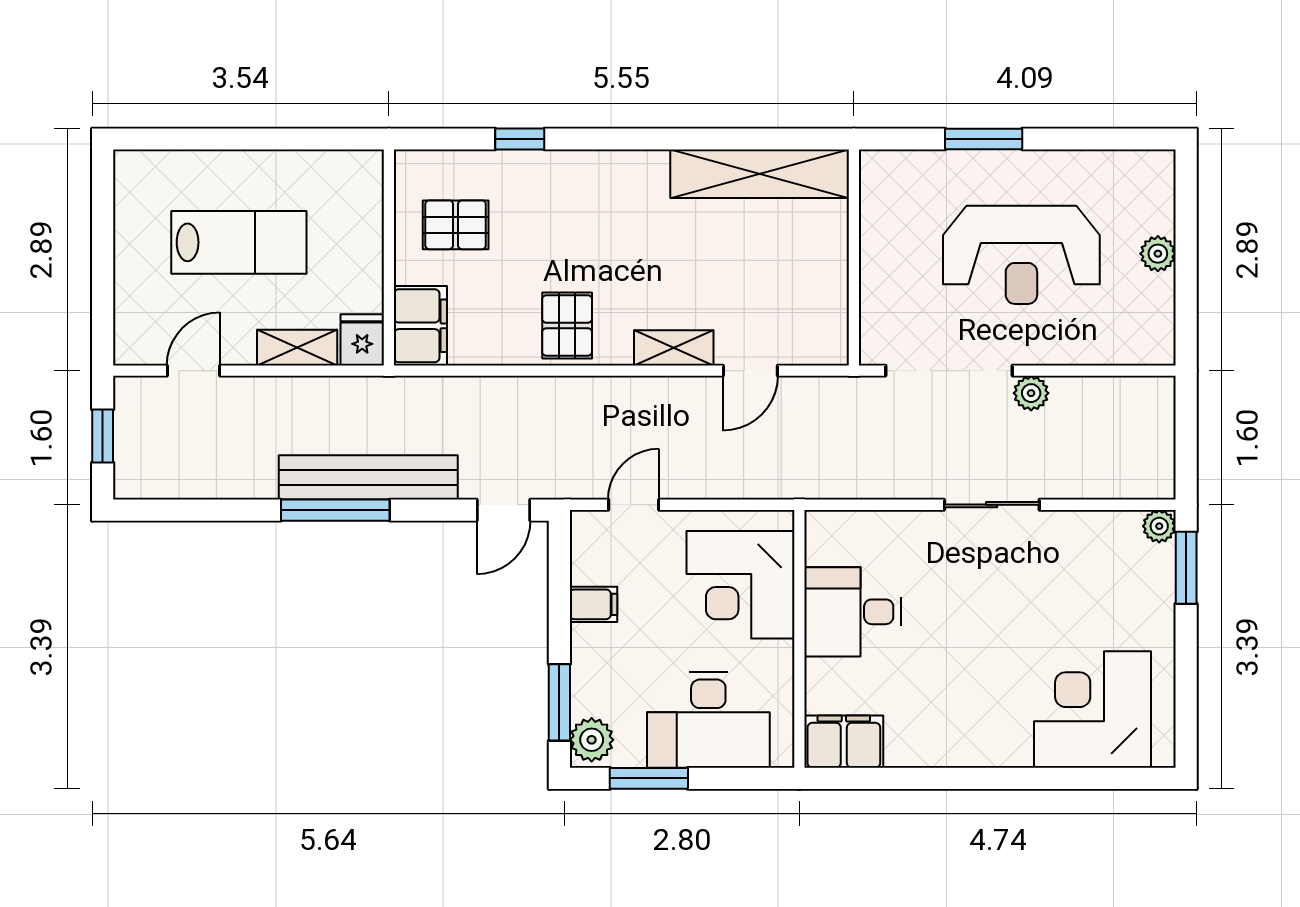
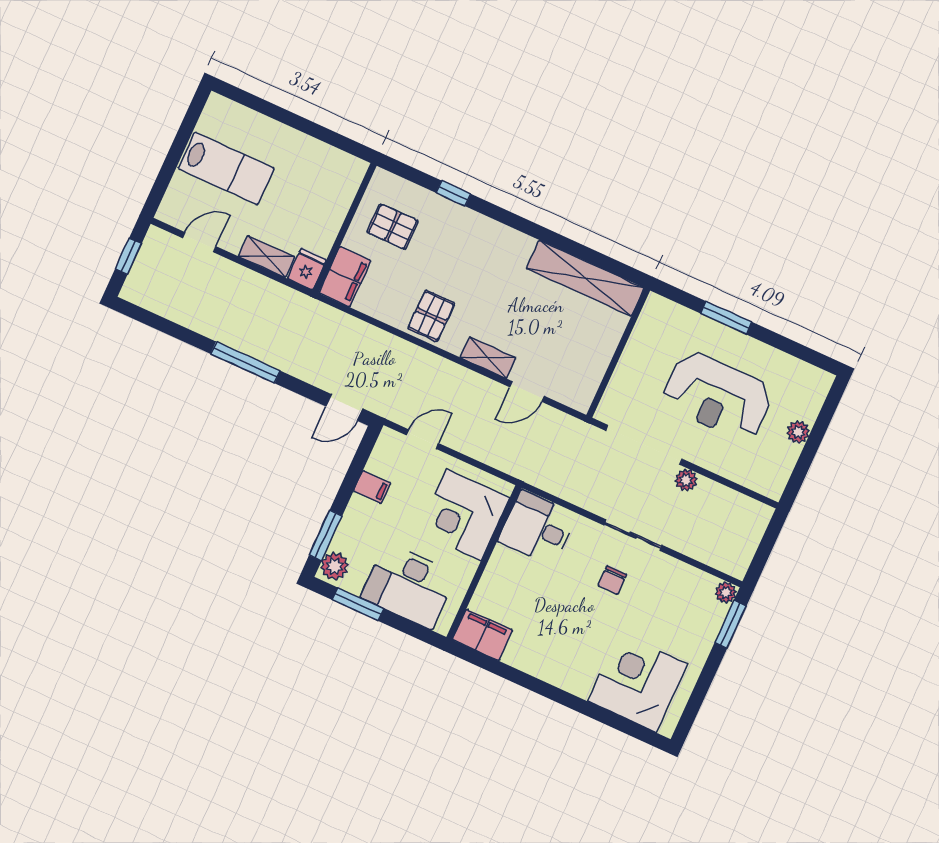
lab bench: (239, 242) -> (226, 168), moved
bench: (368, 477) -> (273, 352), removed
chair: (991, 581) -> (612, 580), added
desk: (853, 612) -> (537, 528), moved

